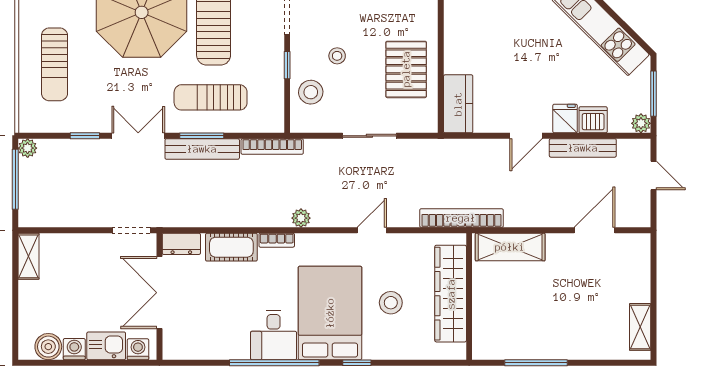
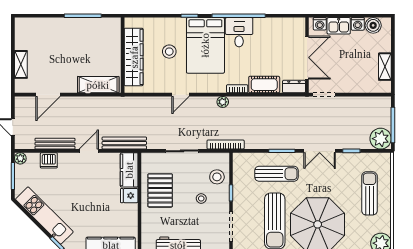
fridge: (565, 119) -> (129, 196), moved, turned 90
bookcase: (272, 147) -> (226, 144), moved
plant: (28, 148) -> (381, 139), width x1.88, depth x1.88
bench: (202, 149) -> (124, 143), moved
bookcase: (461, 218) -> (127, 102), removed
shelving: (29, 256) -> (385, 67), moved
shelving: (640, 327) -> (21, 64), moved

